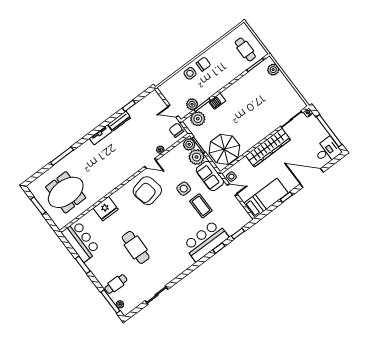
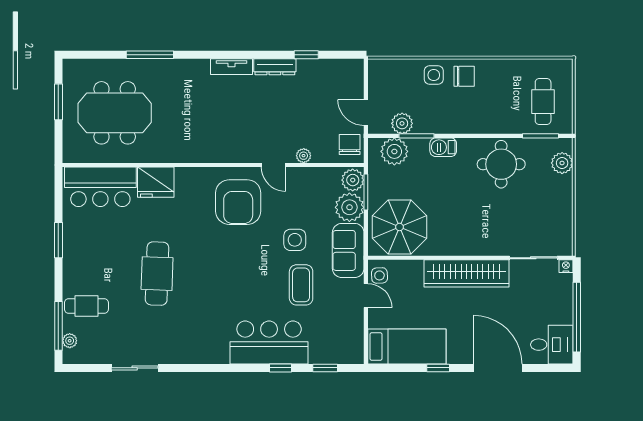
round table: (248, 90) -> (501, 164), added
armchair: (147, 191) -> (238, 202), turned -78
bar counter: (81, 241) -> (100, 187), moved, turned 90

